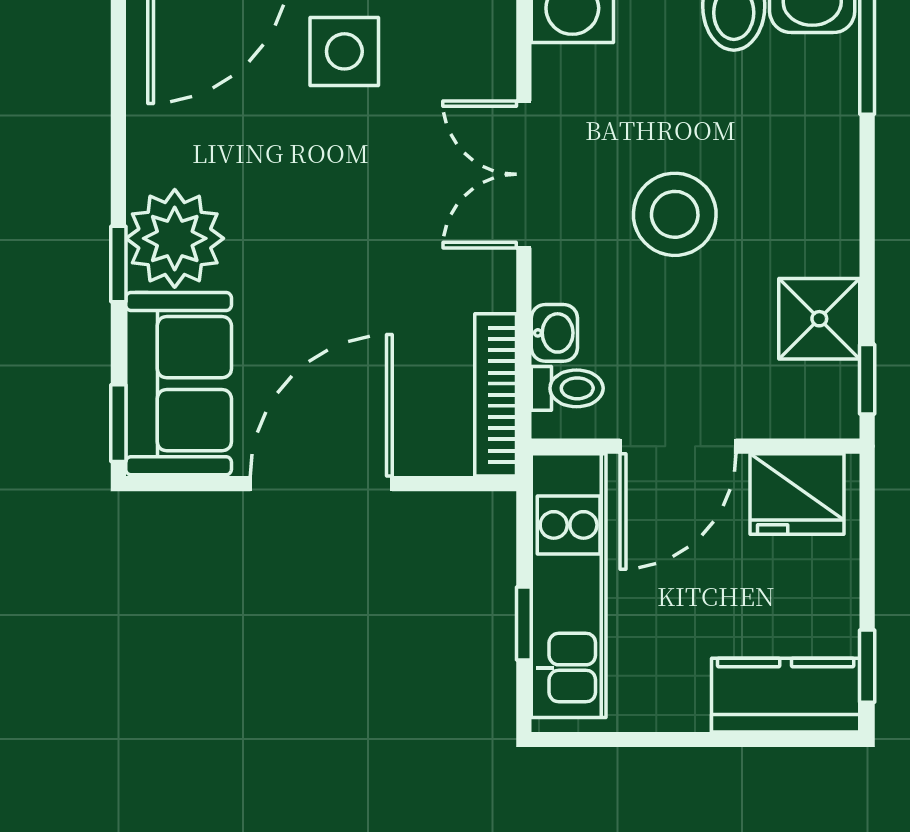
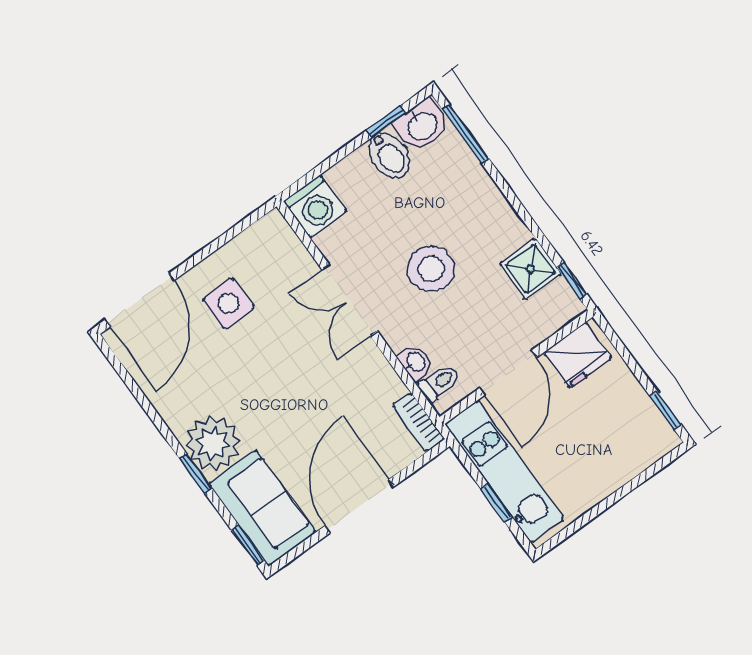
bookcase: (496, 395) -> (419, 422), width x0.64
kitchen counter: (786, 695) -> (638, 450), removed

